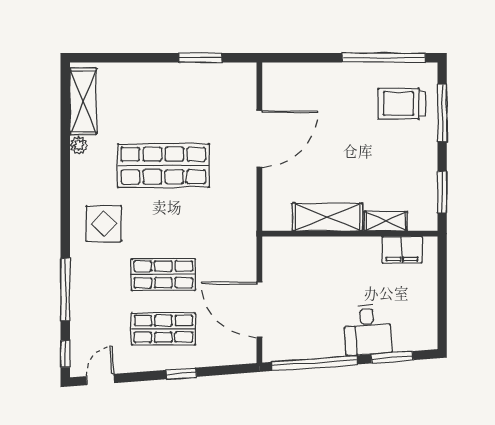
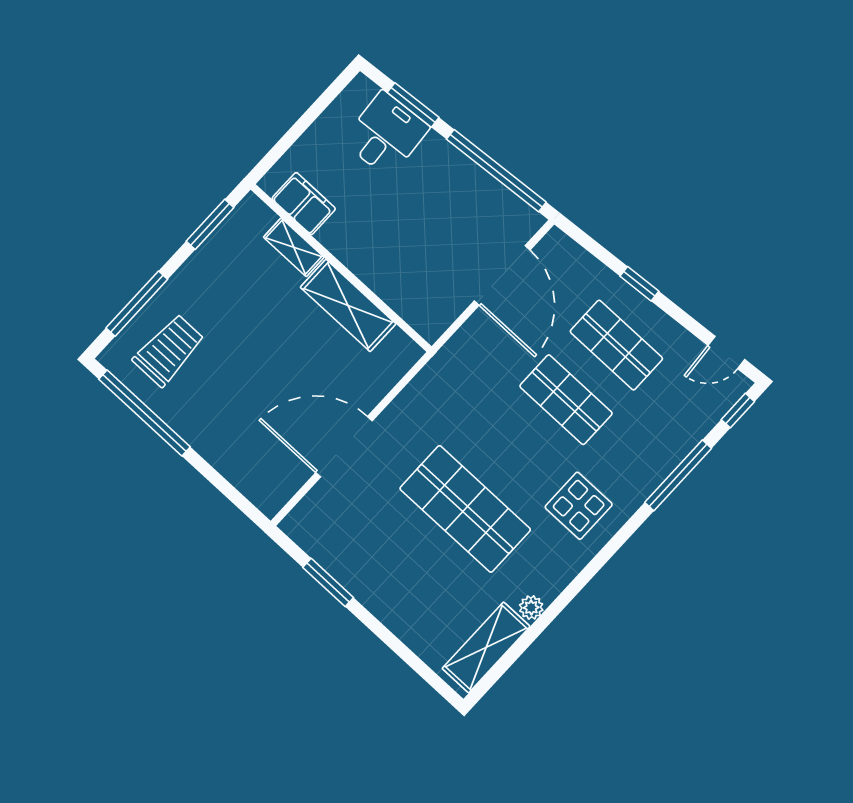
trolley: (402, 104) -> (169, 350), turned -90
desk: (368, 330) -> (386, 134), moved

